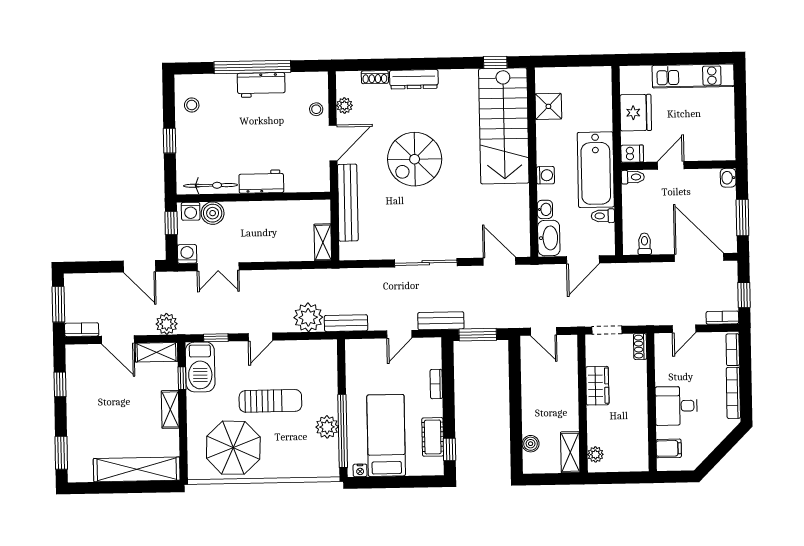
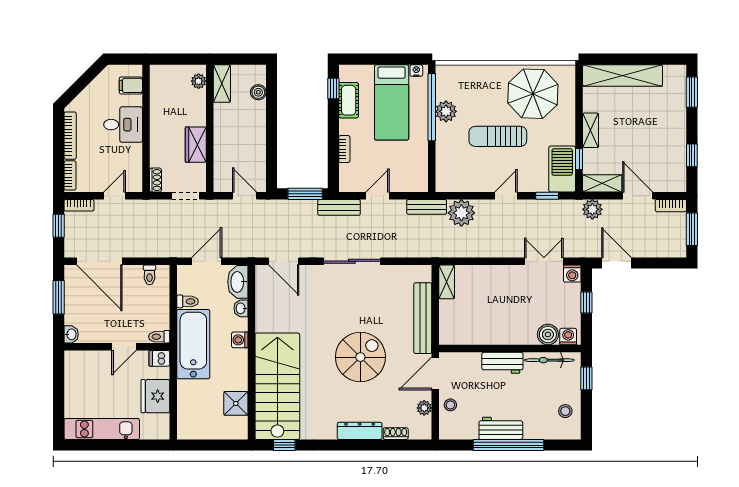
workbench: (261, 182) -> (502, 363), moved
bicycle: (211, 185) -> (549, 360), moved
wall: (253, 197) -> (510, 349), moved
washing machine: (191, 211) -> (568, 337), moved
boiler: (213, 213) -> (548, 334), moved

